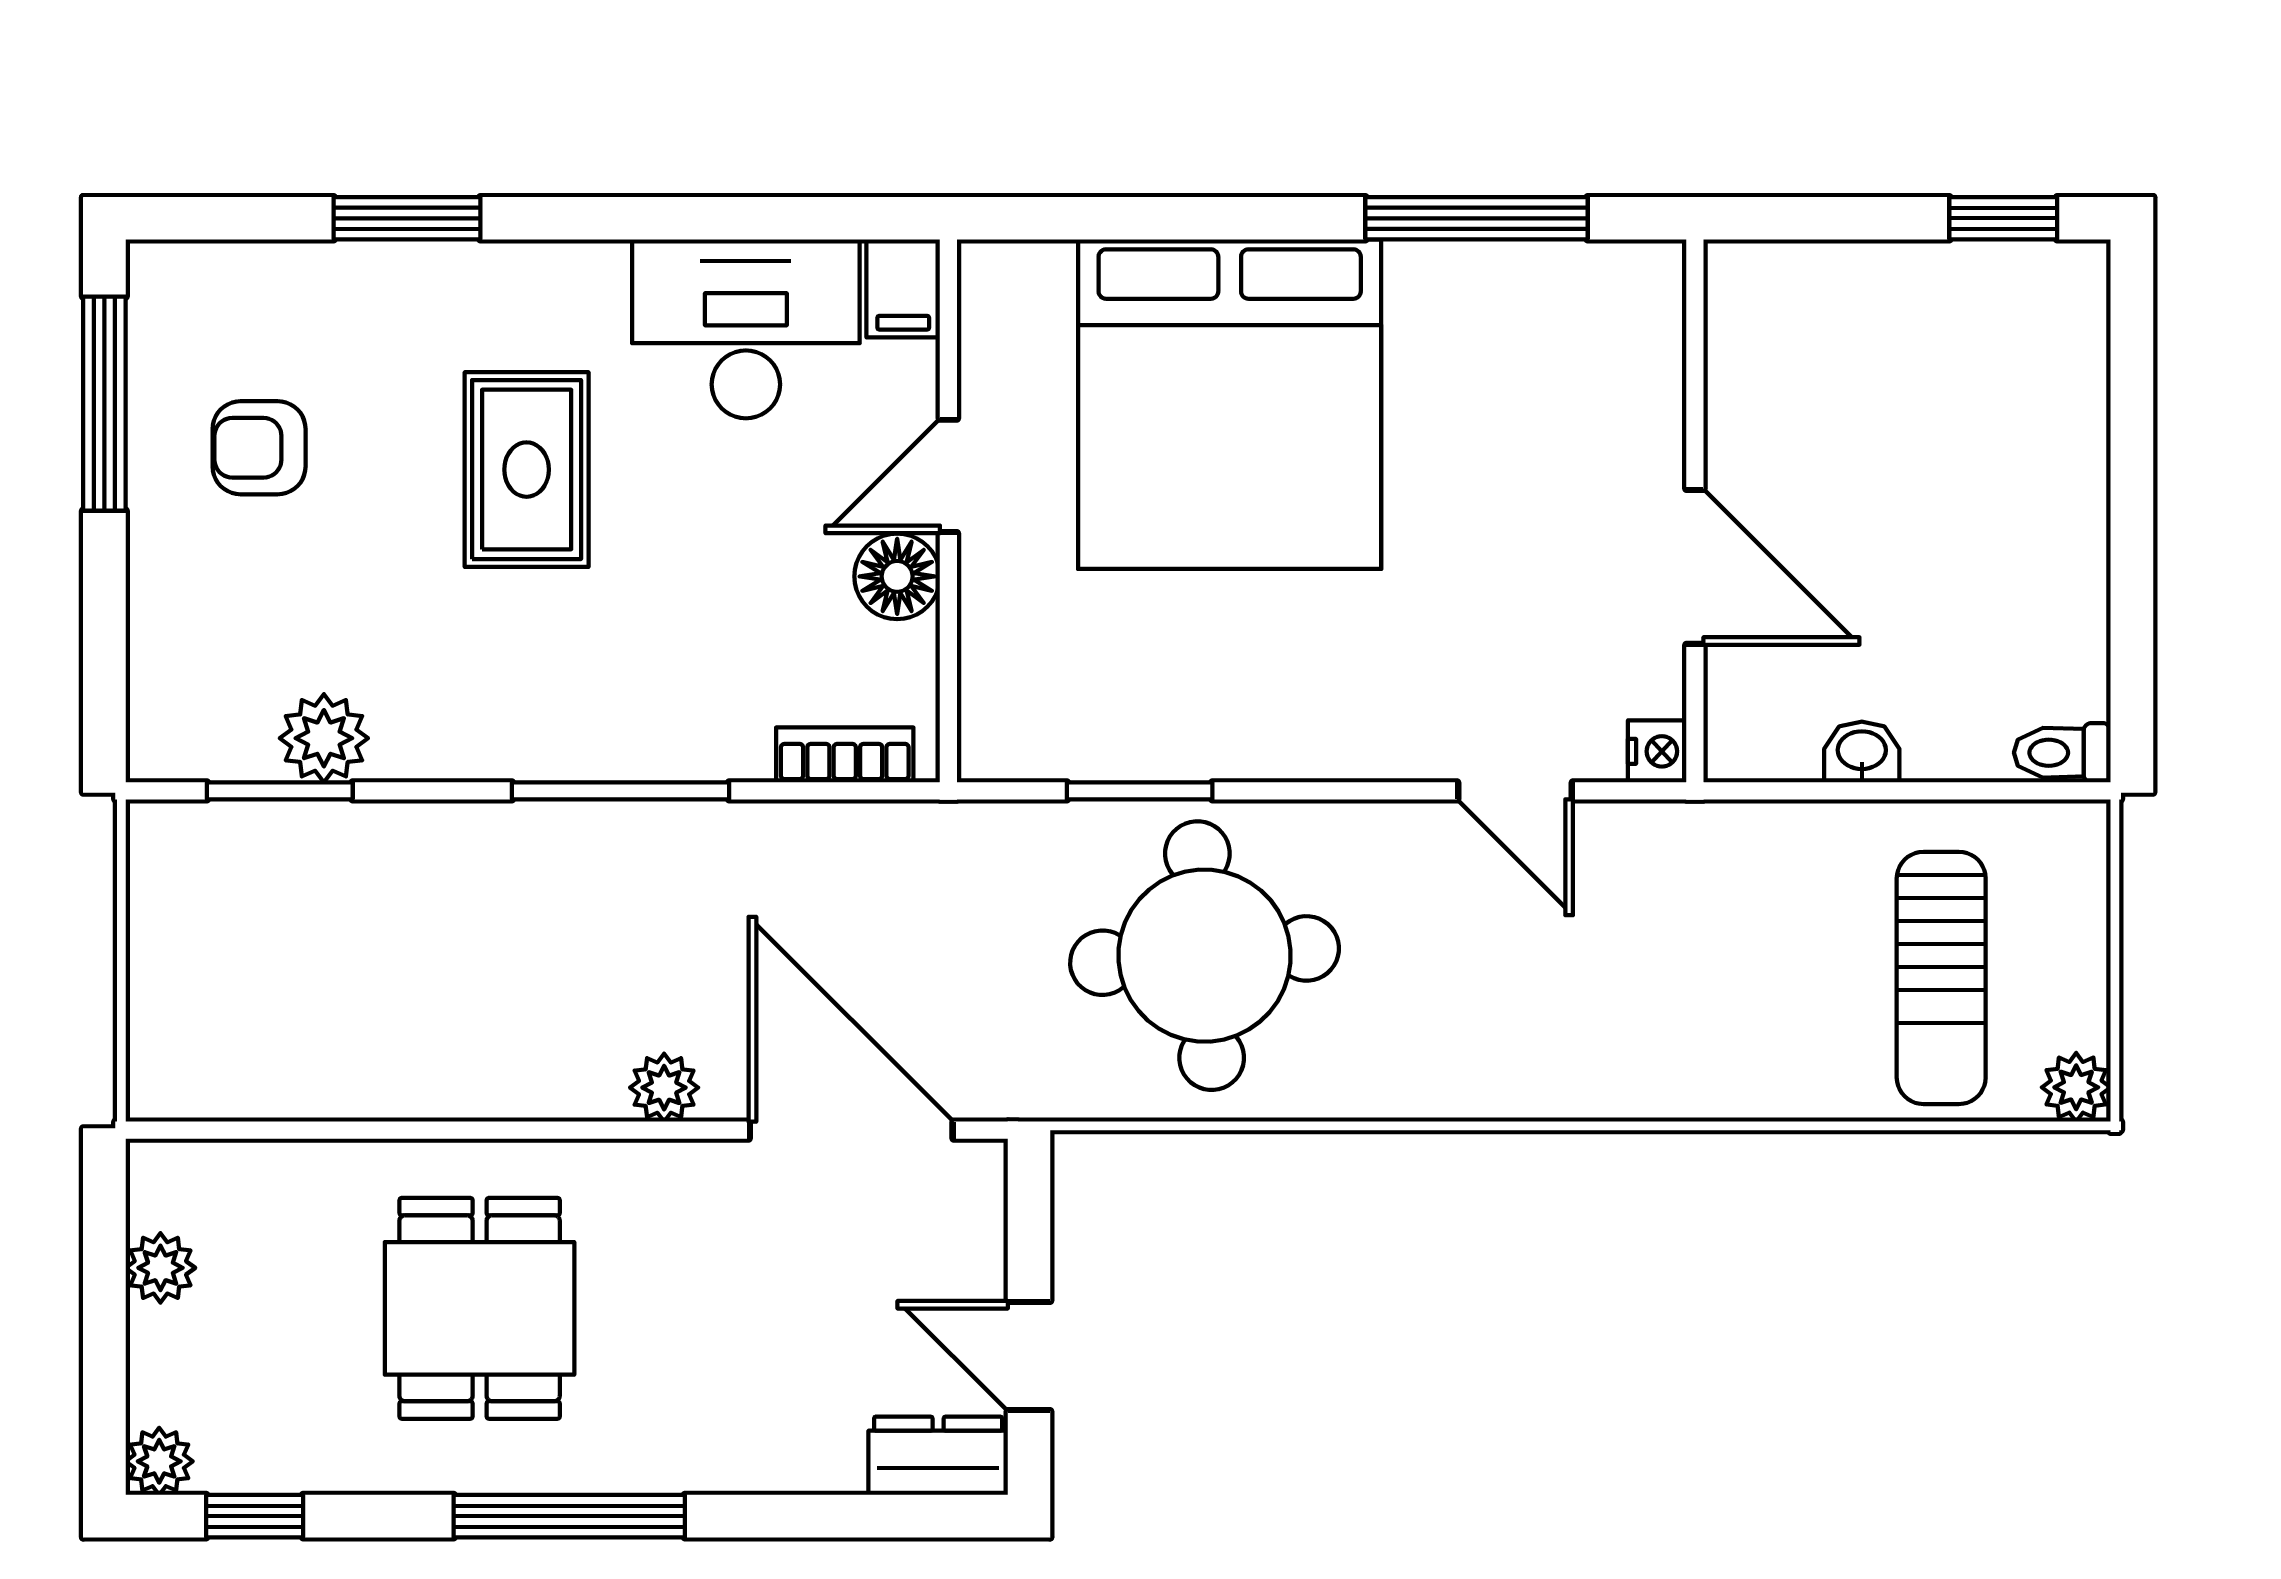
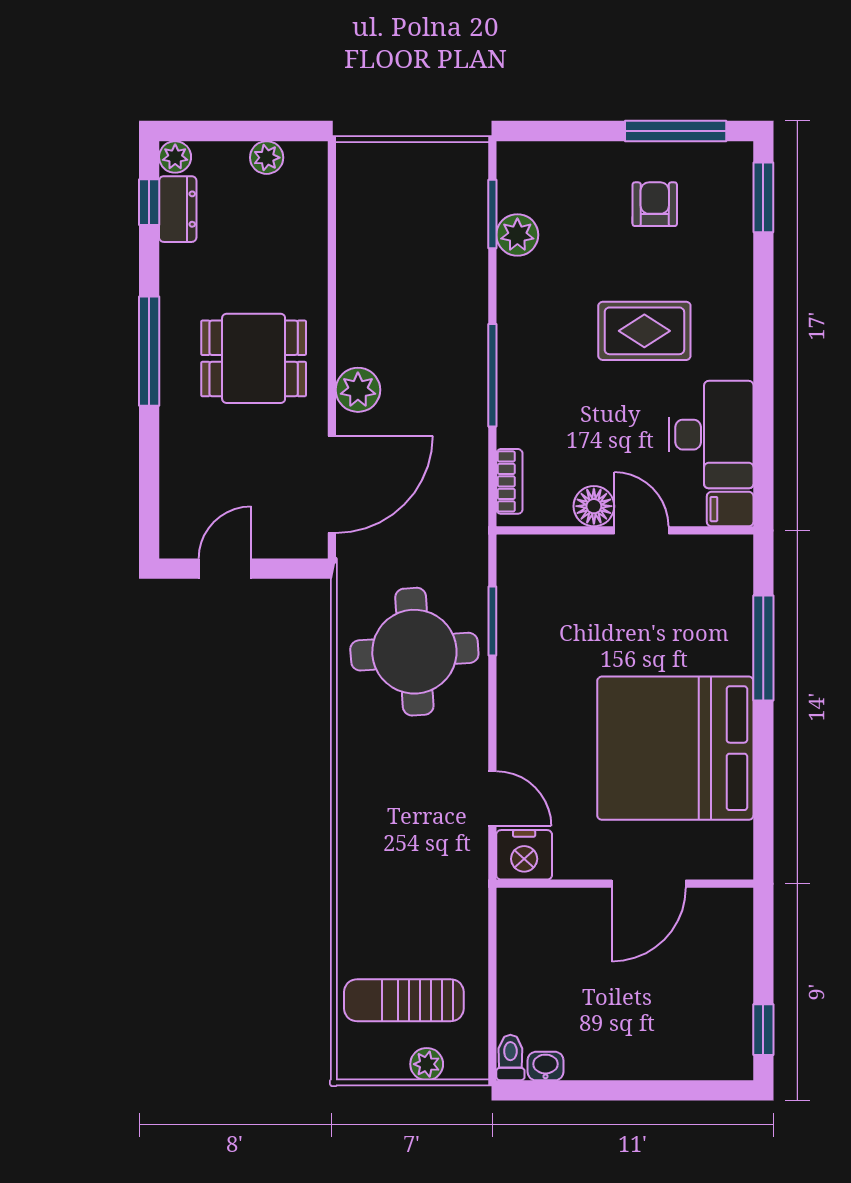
window: (407, 218) -> (763, 197), moved
window: (1477, 218) -> (763, 648), moved
bed: (1230, 404) -> (675, 748), moved
door: (1695, 567) -> (649, 884), moved
nightstand: (1657, 751) -> (524, 855), width x1.89, depth x1.79
washbasin: (1862, 752) -> (545, 1066), moved, turned -90
door: (1515, 791) -> (492, 799), swing flipped
plant: (2076, 1087) -> (427, 1064), moved
plant: (664, 1088) -> (358, 390), width x1.38, depth x1.38
dining table: (480, 1308) -> (254, 358), moved
dresser: (938, 1456) -> (178, 209), moved

